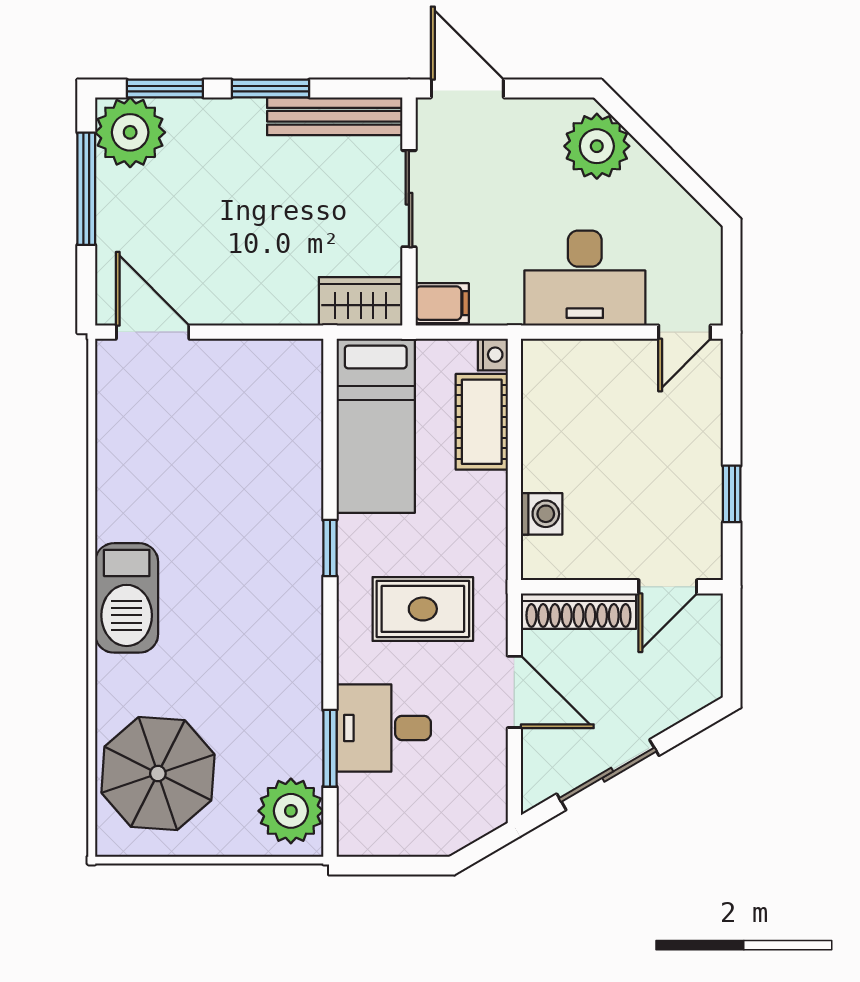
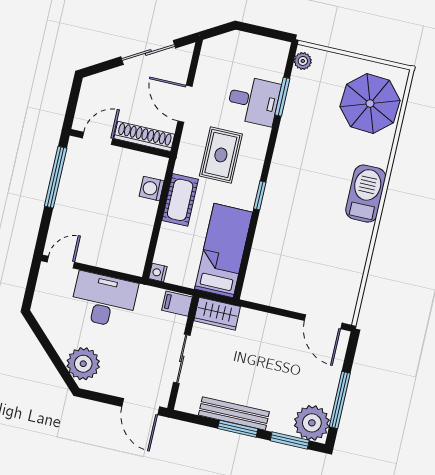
bench: (335, 116) -> (234, 413), moved
cot: (482, 422) -> (180, 200), moved
window: (732, 494) -> (56, 177), width x2.17
rug: (423, 609) -> (221, 155), turned 90
plant: (291, 811) -> (303, 61), width x0.53, depth x0.53

